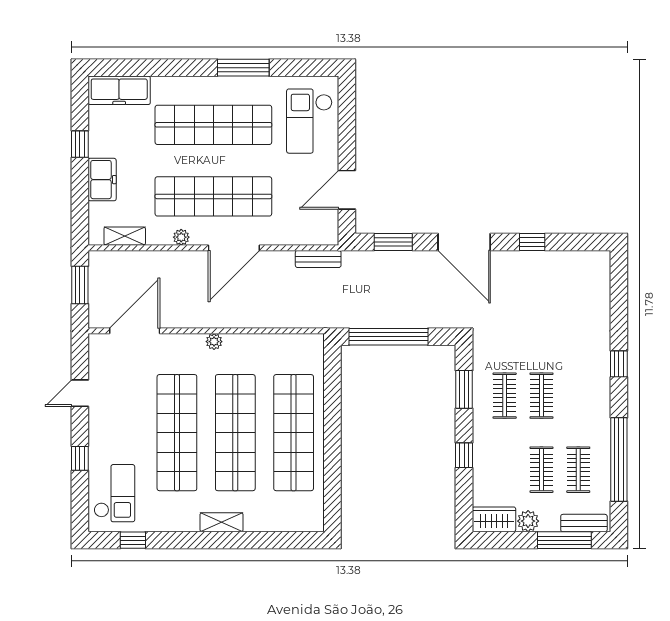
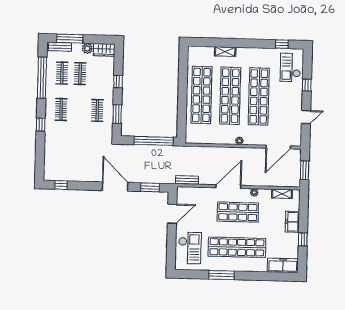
shop shelf: (213, 196) -> (238, 212), width x0.71
window: (532, 242) -> (61, 185), moved
clothes rail: (541, 396) -> (61, 110), moved
shelving: (222, 522) -> (225, 52), moved

